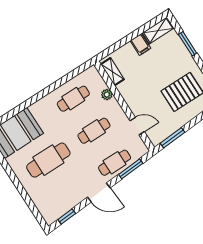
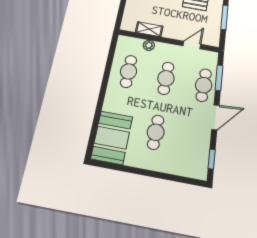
shelving: (112, 72) -> (149, 29), moved
window: (173, 138) -> (224, 17), moved
cafe table: (48, 160) -> (156, 132), width x0.73, depth x0.74

